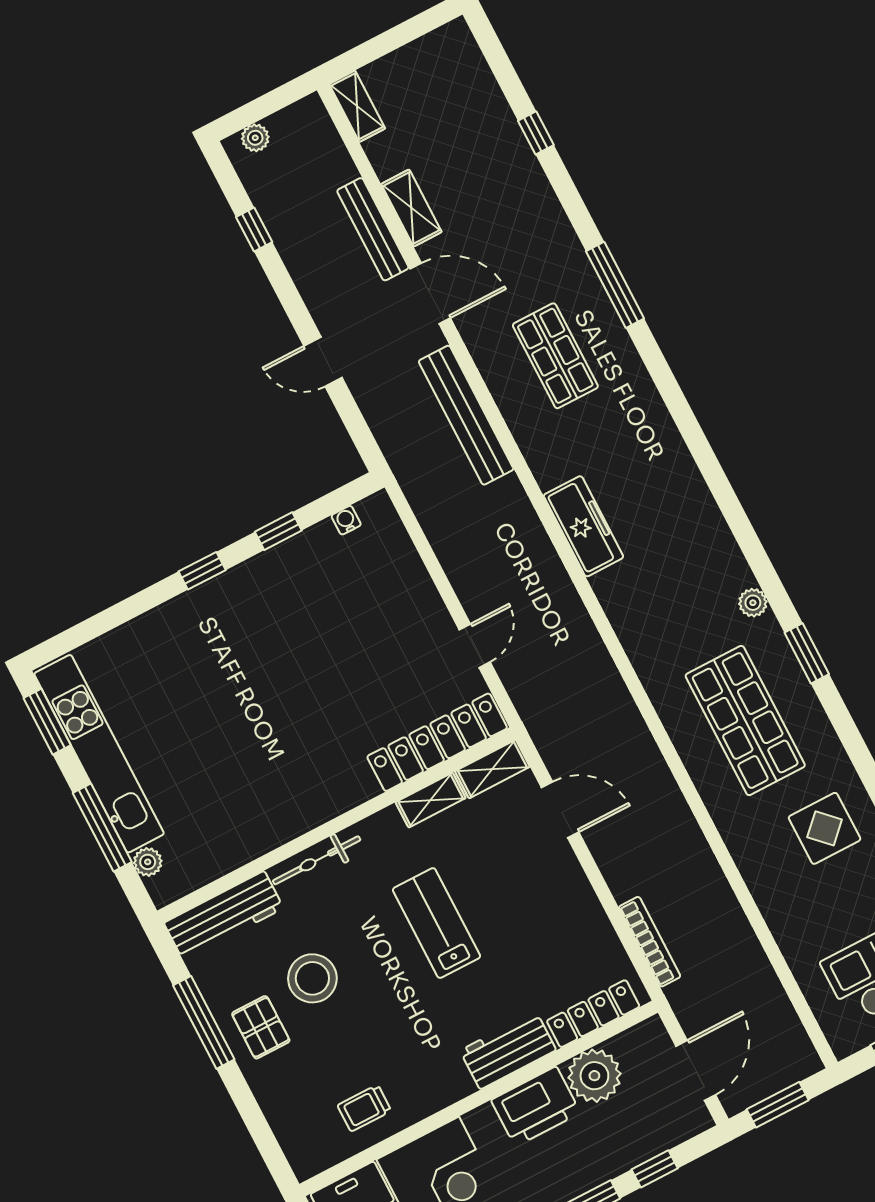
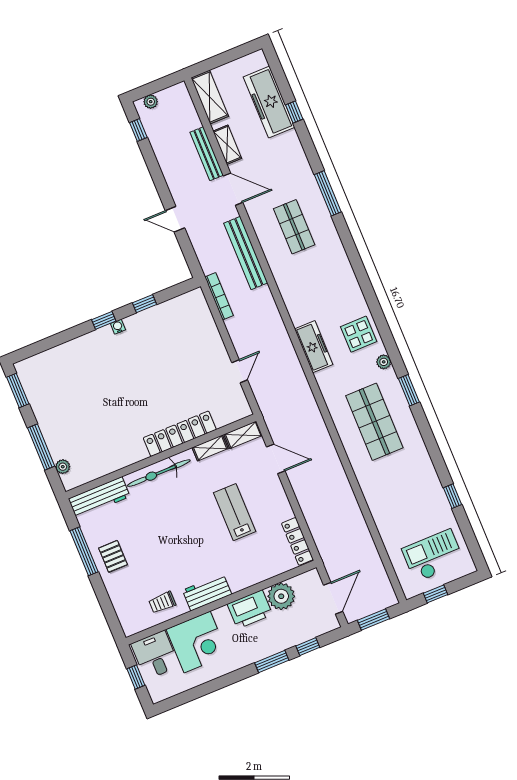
shelving: (357, 106) -> (210, 97), width x1.50, depth x1.33
freezer: (485, 118) -> (269, 102), added
window: (254, 229) -> (138, 130), moved
water cooler: (346, 520) -> (118, 327), moved
freezer: (583, 526) -> (314, 347), moved
locker: (437, 742) -> (180, 434), moved
kitchen unit: (99, 754) -> (43, 409), removed
display table: (825, 828) -> (359, 334), moved
bicycle: (317, 860) -> (159, 473), width x1.37, depth x1.40
lab bench: (436, 923) -> (235, 512), moved
bookcase: (650, 942) -> (219, 296), moved
stool: (312, 978) -> (142, 534), removed
locker: (593, 1014) -> (297, 541), moved, turned -90
workbench: (508, 1050) -> (207, 592), moved

